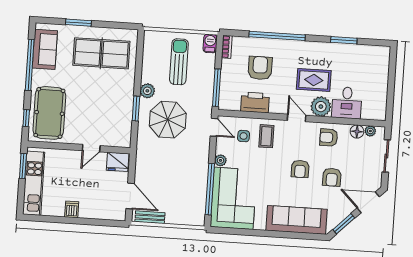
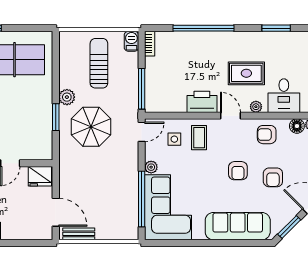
armchair: (260, 68) -> (187, 64), removed
printer: (255, 102) -> (202, 102), moved
plant: (321, 107) -> (256, 107), width x0.53, depth x0.53
door: (214, 127) -> (142, 132), hinge flipped

